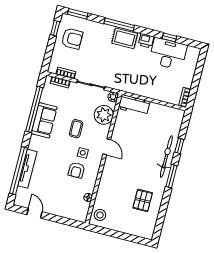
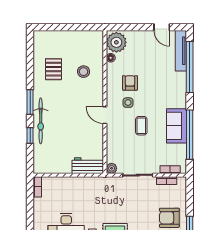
plant: (104, 115) -> (116, 42), moved
tv unit: (27, 169) -> (181, 51), moved
stool: (100, 215) -> (84, 72), moved

